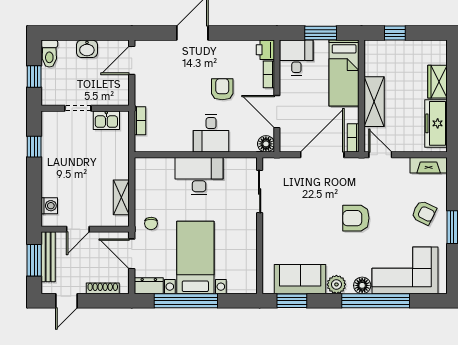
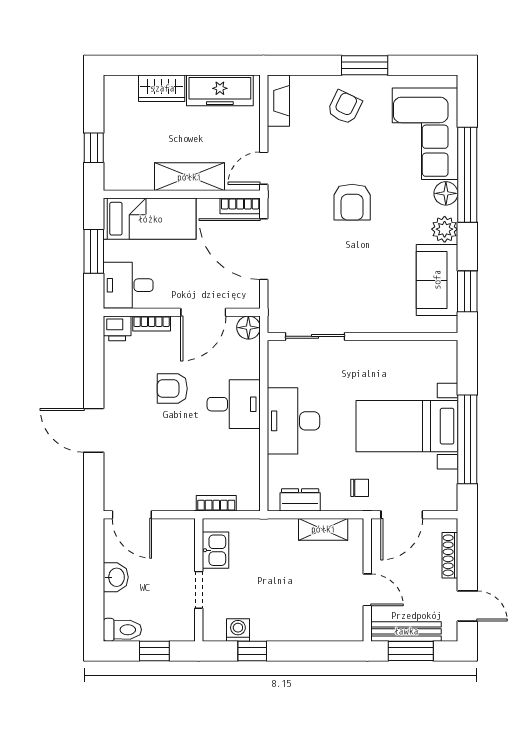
washing machine: (49, 206) -> (238, 630), moved
dresser: (149, 286) -> (300, 500), moved, turned 90

